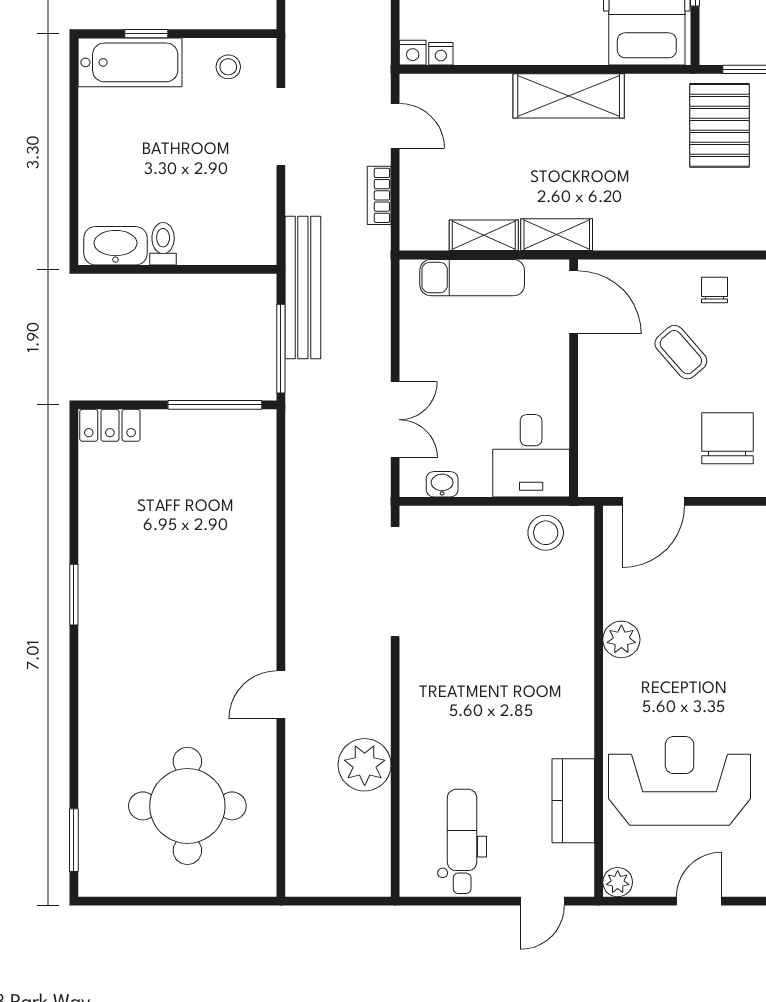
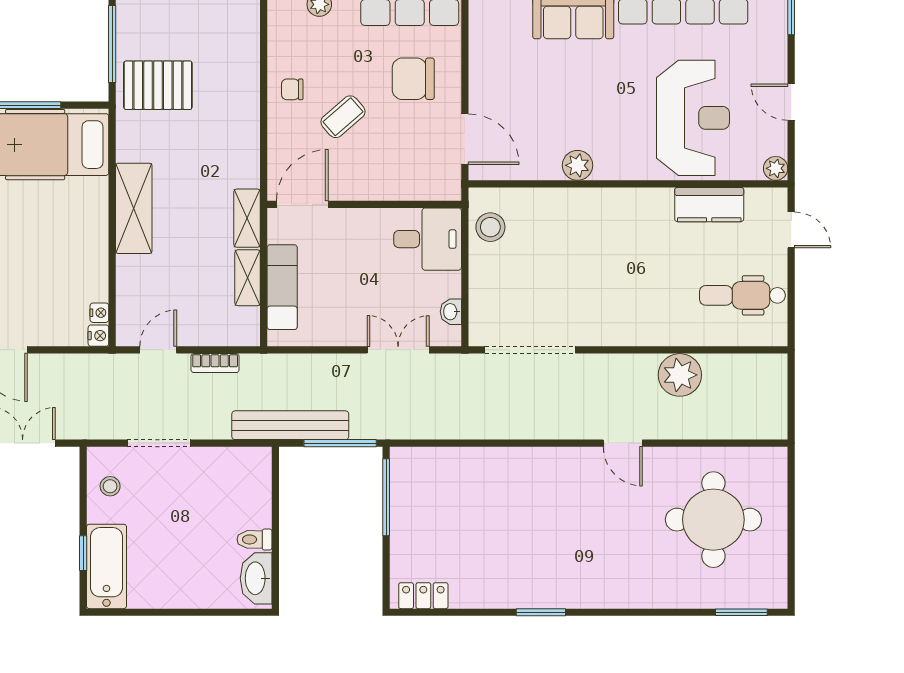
locker: (110, 425) -> (423, 596), moved, turned -90
reception desk: (680, 781) -> (693, 118), turned 180

